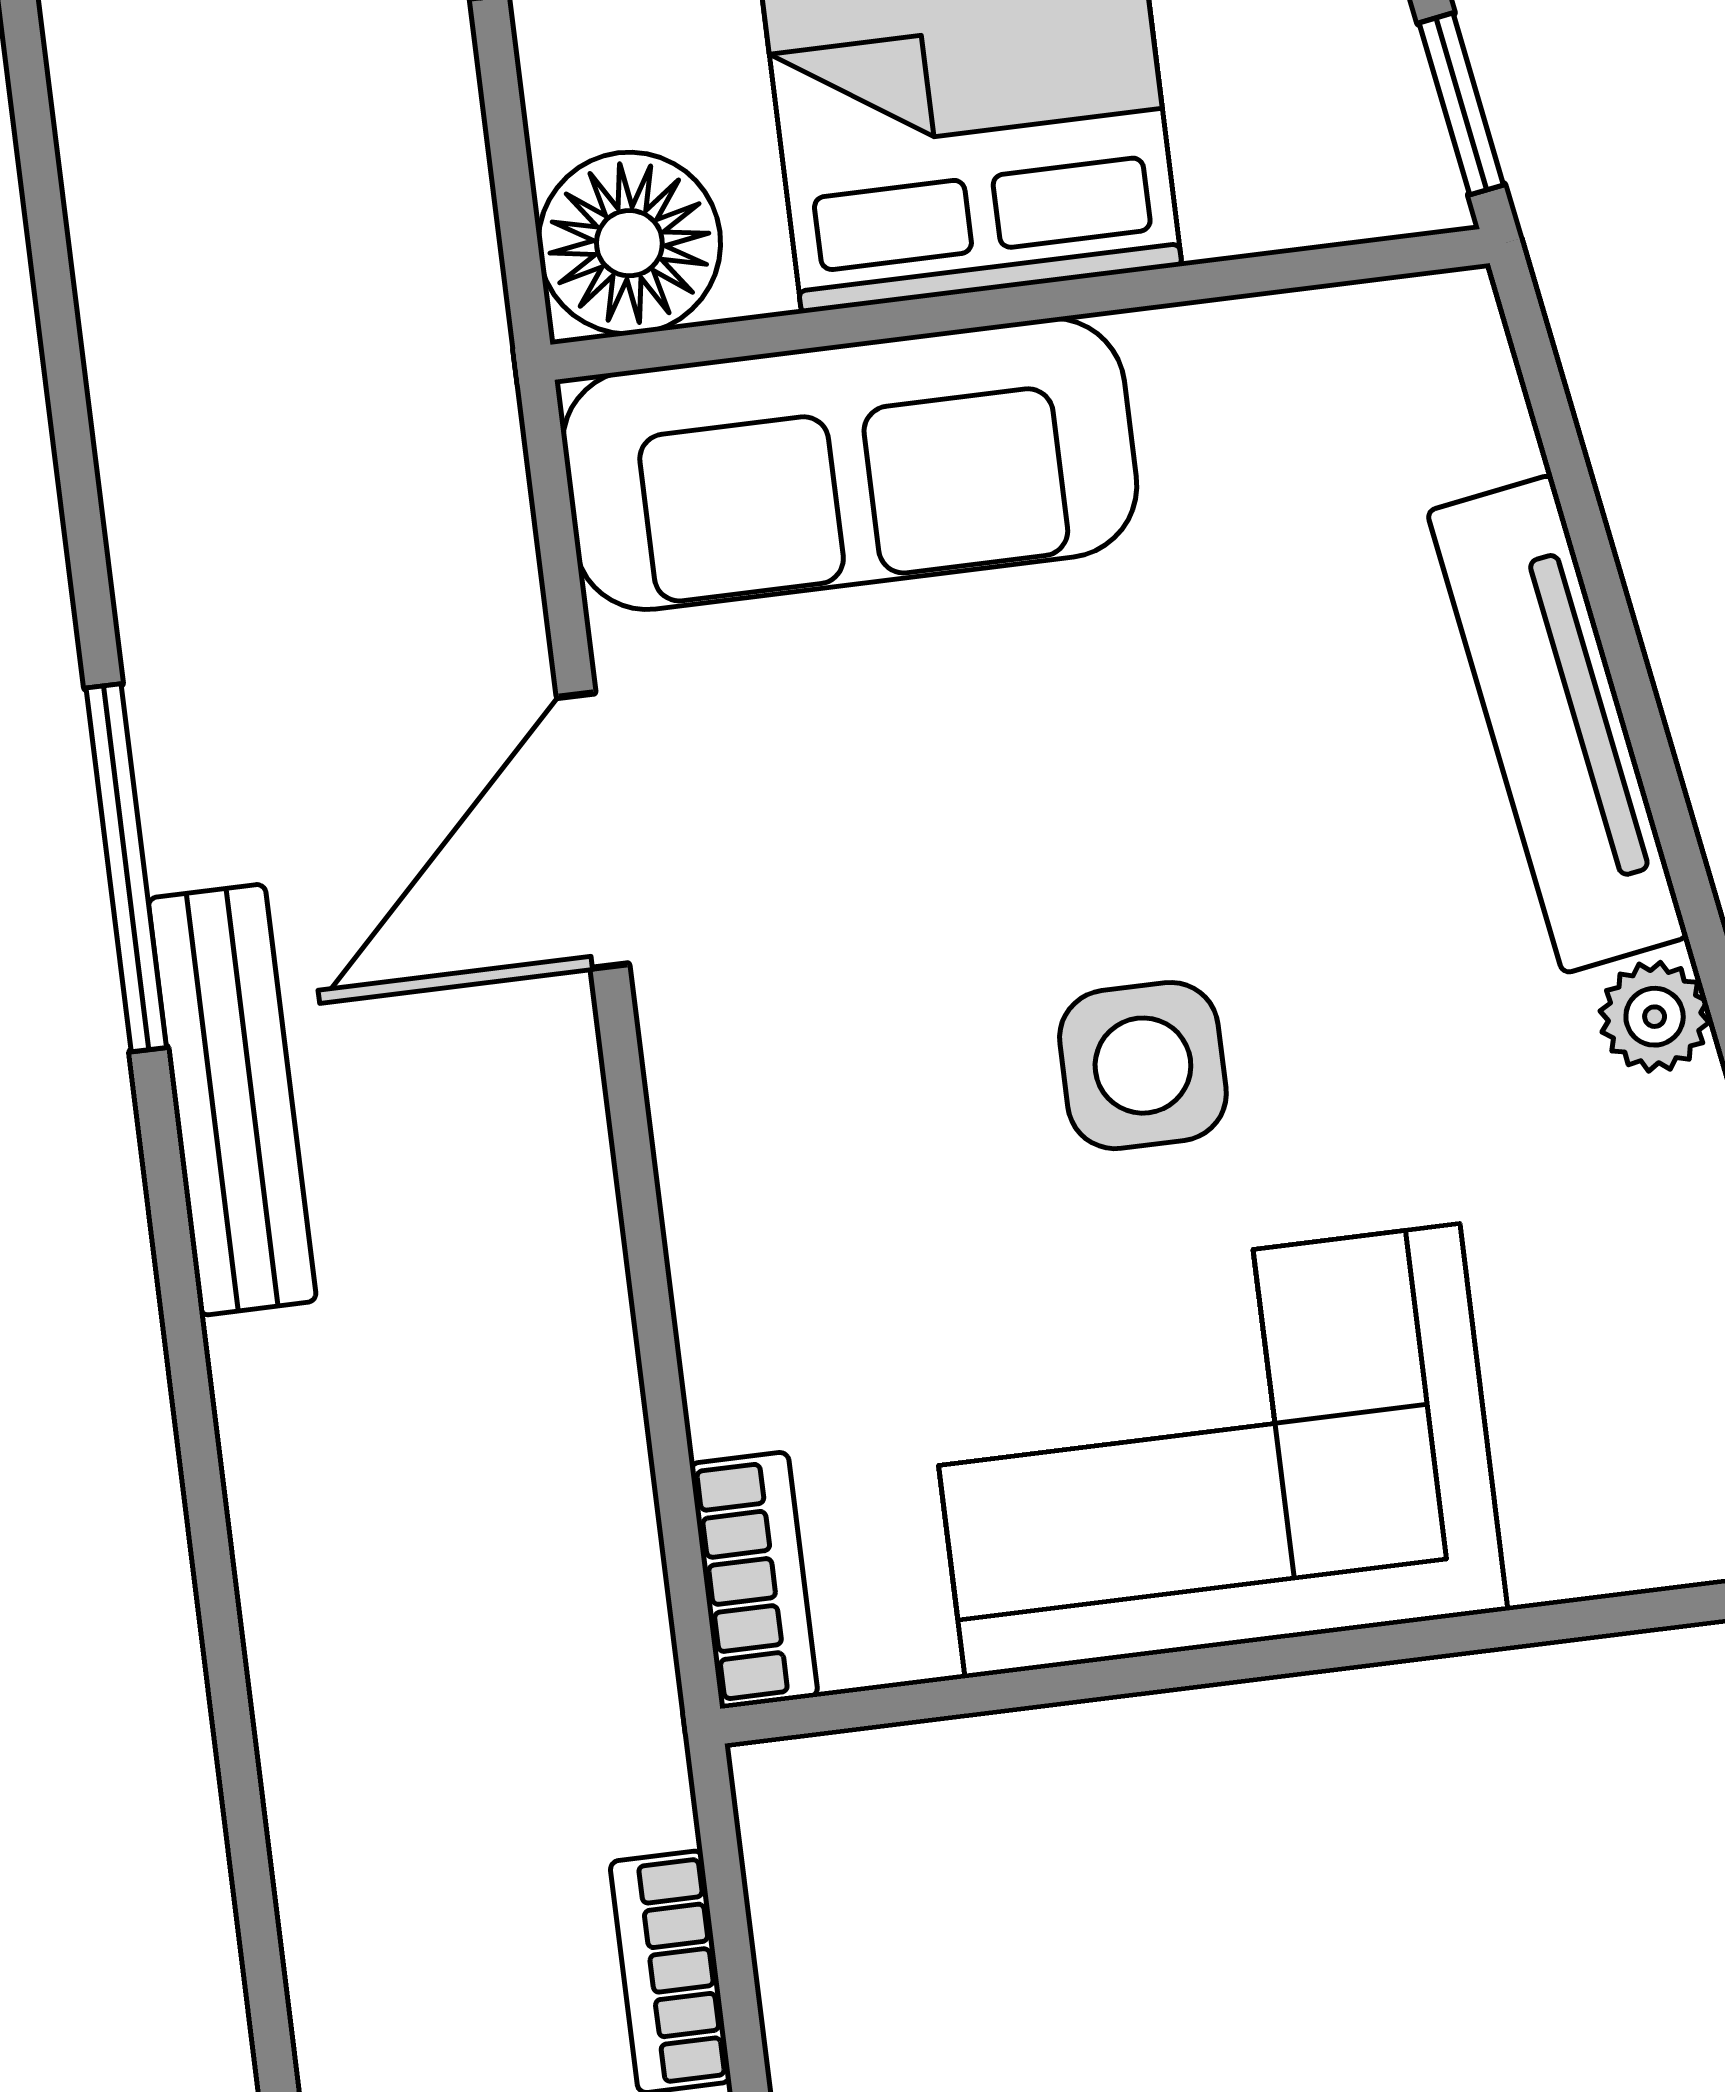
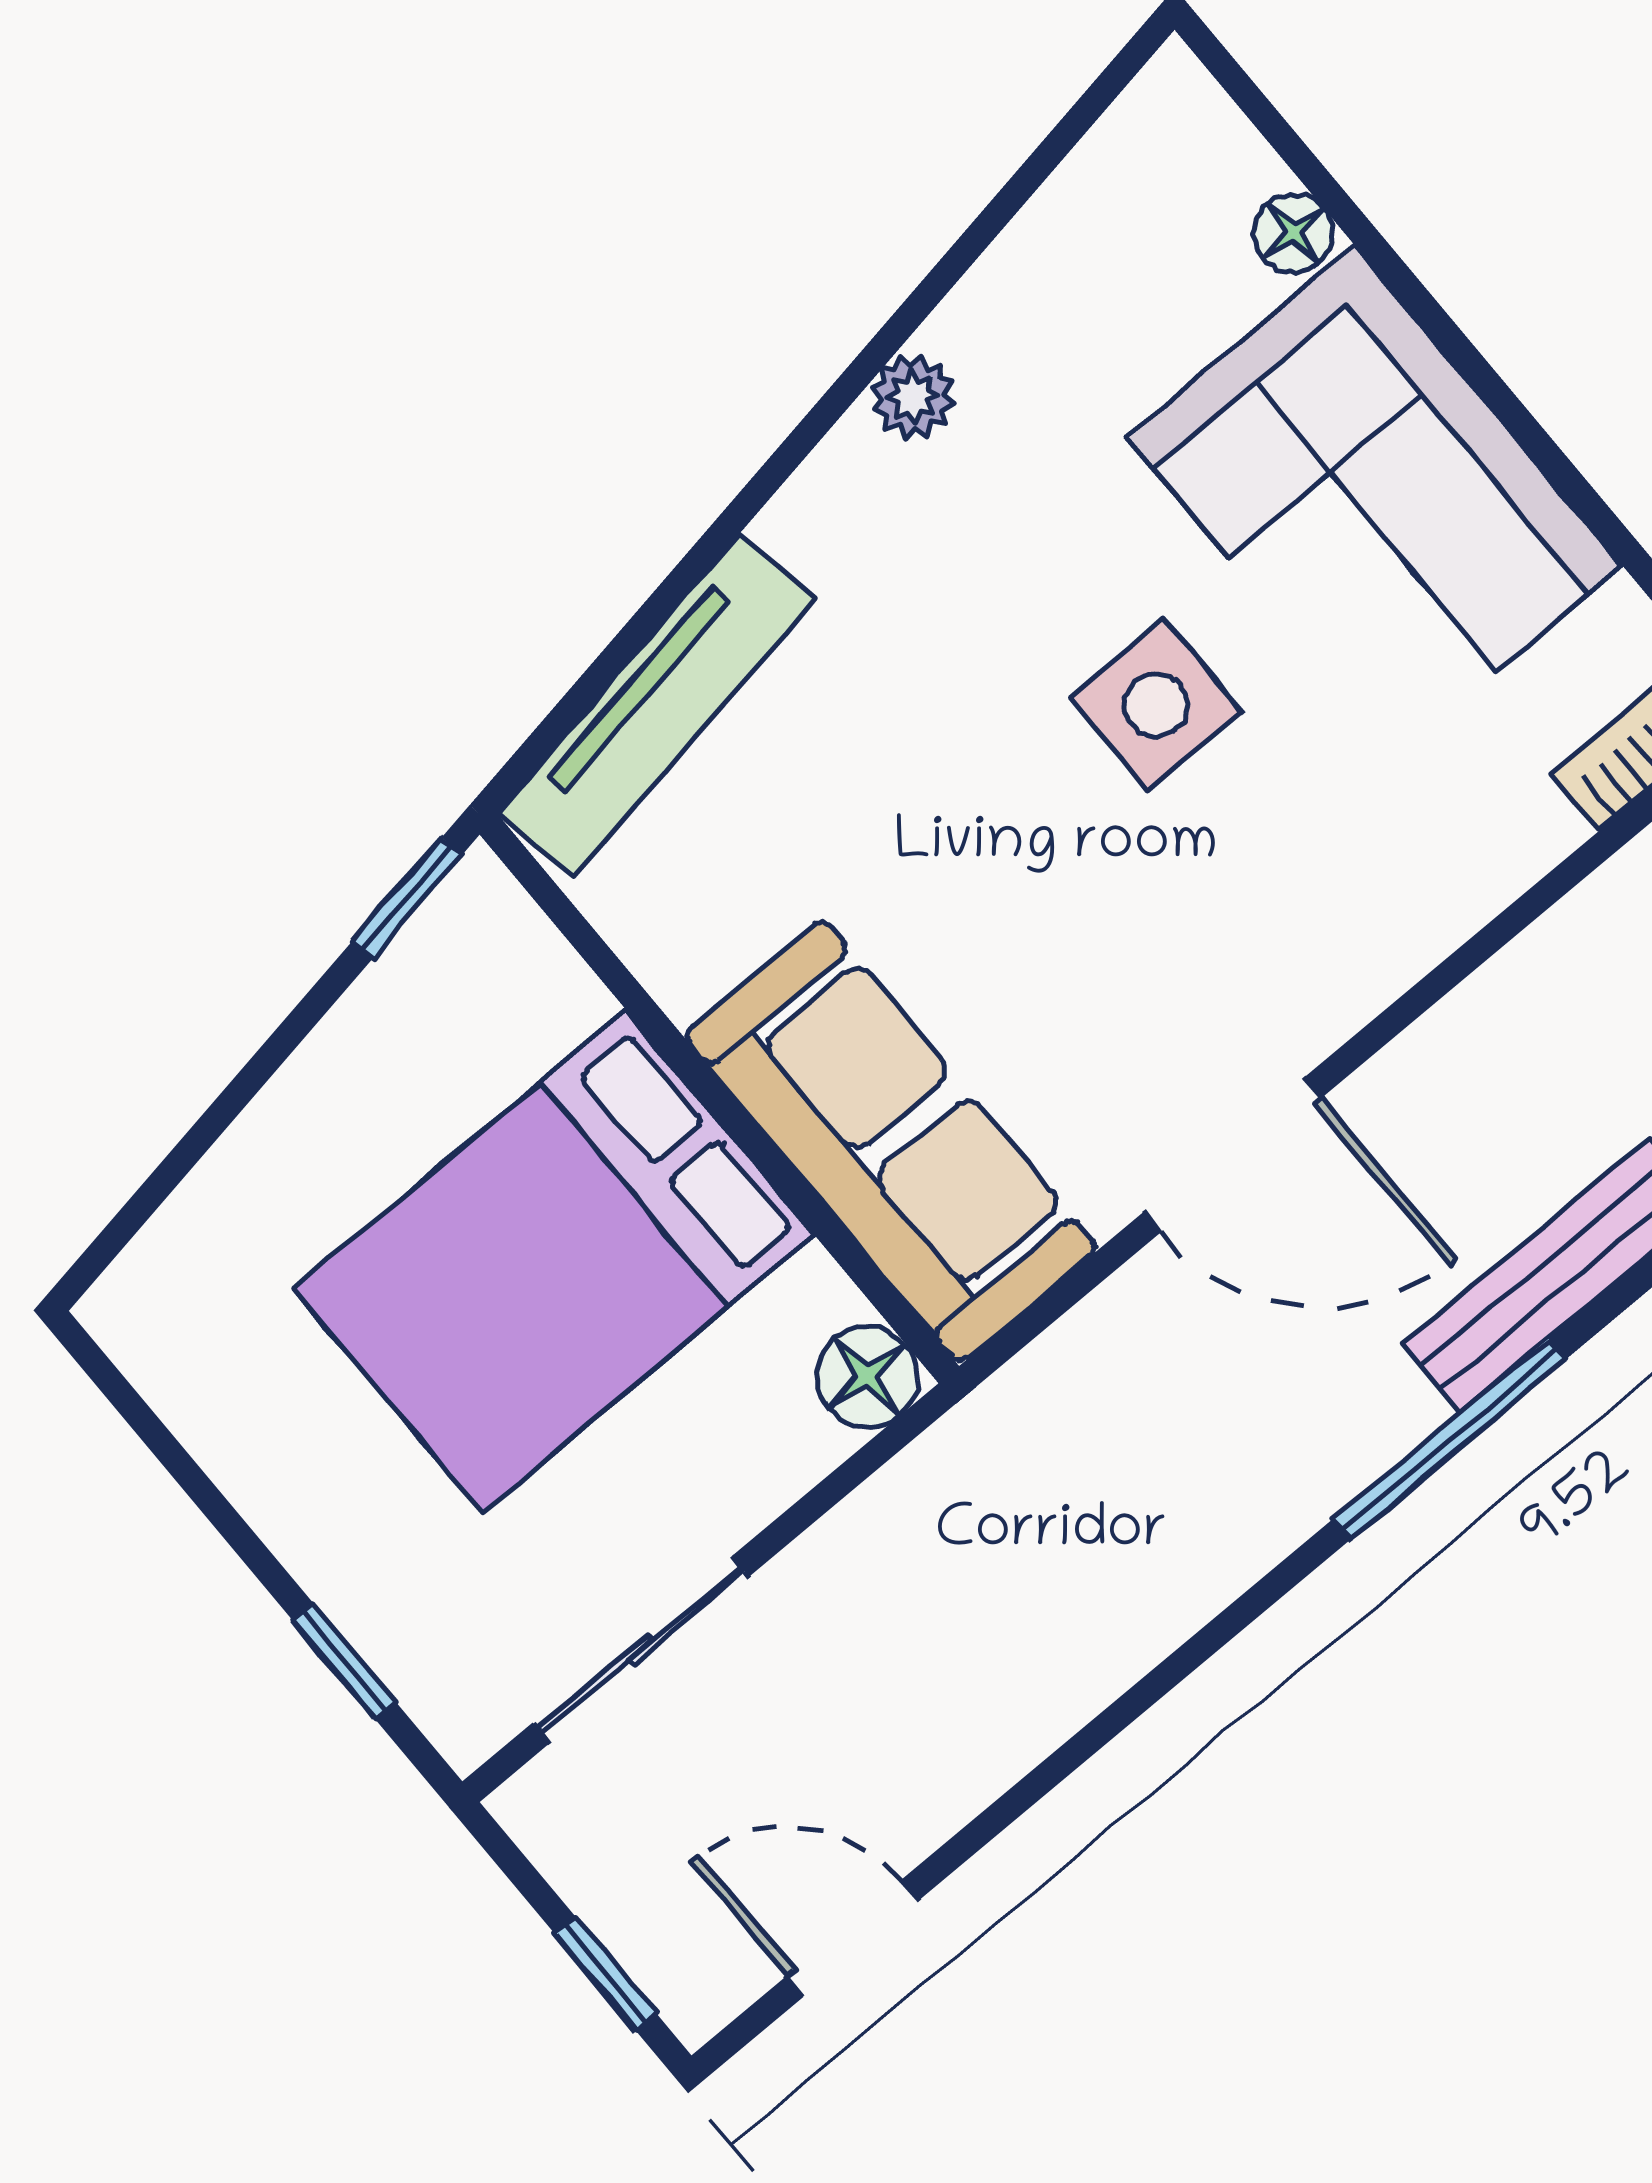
floor lamp: (629, 243) -> (867, 1377), width x0.73, depth x0.73
tv unit: (1558, 724) -> (657, 706), moved
floor lamp: (1564, 1552) -> (1294, 233), added

